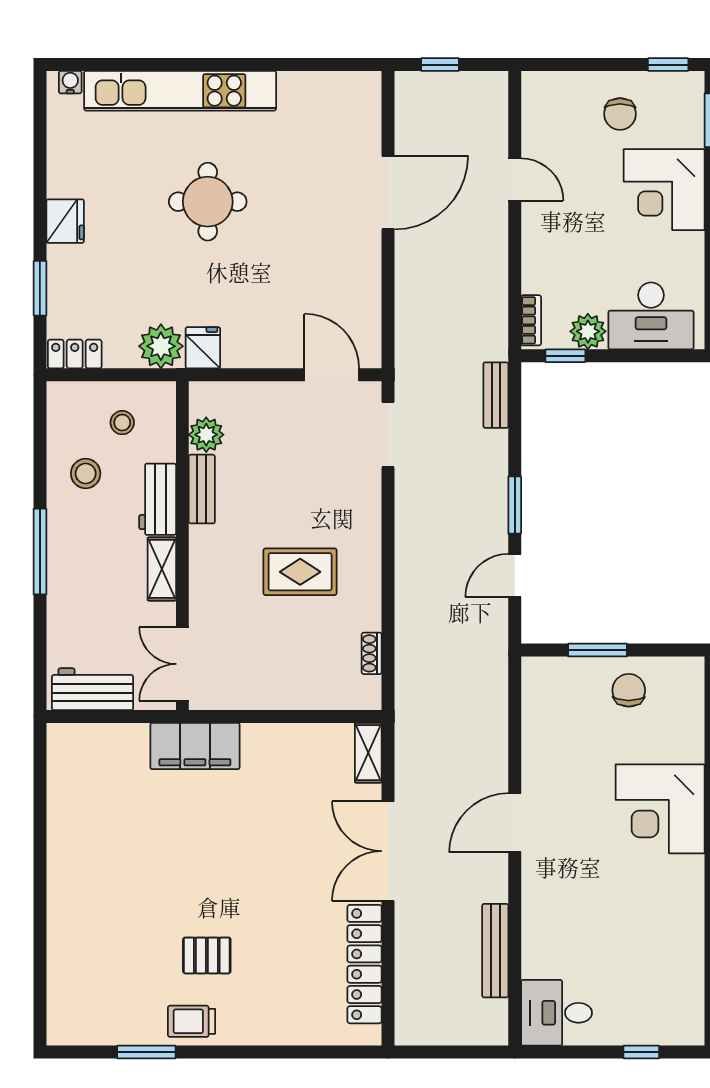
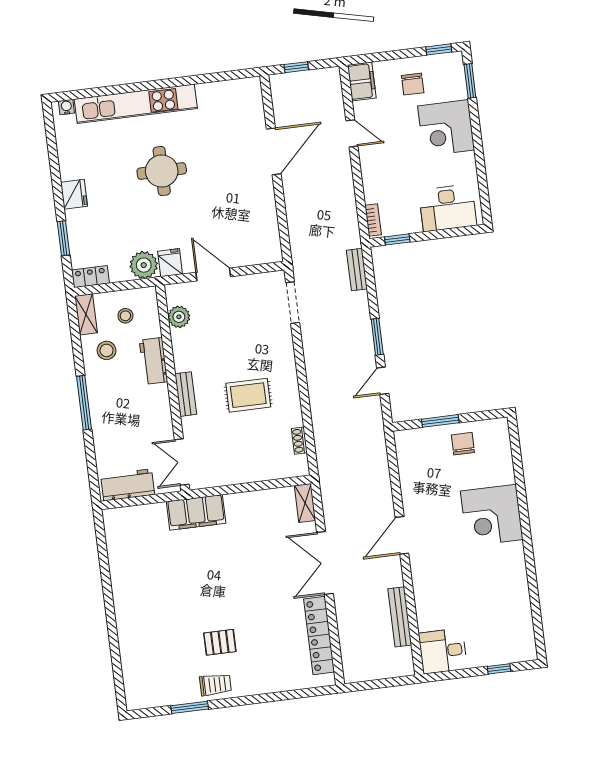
filing cabinet: (540, 100) -> (362, 81), added
plant: (588, 331) -> (409, 223), removed
door: (332, 375) -> (213, 274), moved
bench: (202, 489) -> (186, 394), moved
shelving: (162, 569) -> (86, 314), moved
trolley: (192, 1021) -> (215, 685), turned 180

